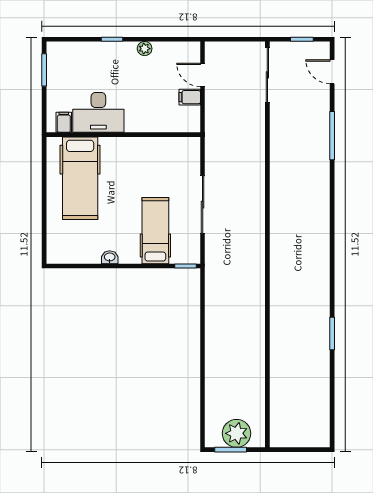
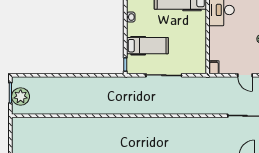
door: (203, 75) -> (245, 75), swing flipped
filing cabinet: (190, 97) -> (214, 67), moved

